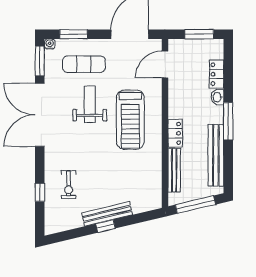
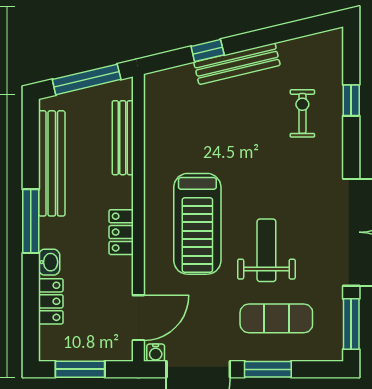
window: (73, 34) -> (268, 369), moved
water cooler: (50, 44) -> (156, 353), moved
weight bench: (90, 104) -> (266, 250), turned 180
treadmill: (130, 120) -> (197, 224), turned 180
locker: (175, 133) -> (121, 232), moved
window: (106, 226) -> (208, 51), moved

